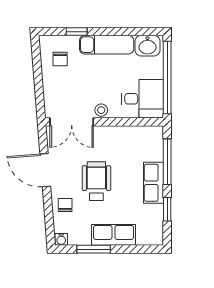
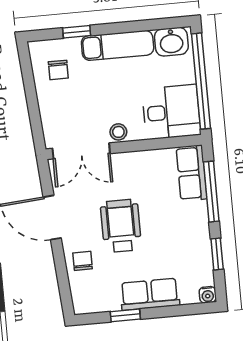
row of seats: (154, 183) -> (192, 173), moved
water cooler: (61, 239) -> (208, 295), moved
window: (94, 249) -> (125, 315), width x0.67

